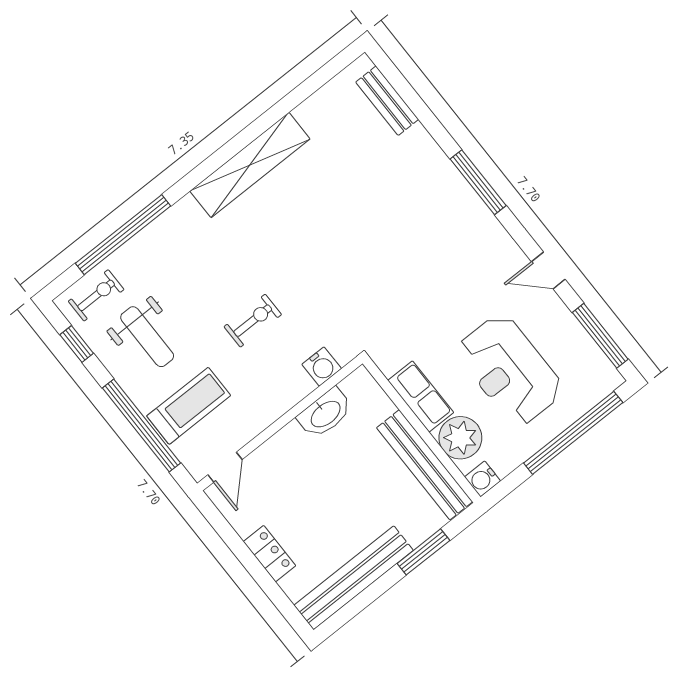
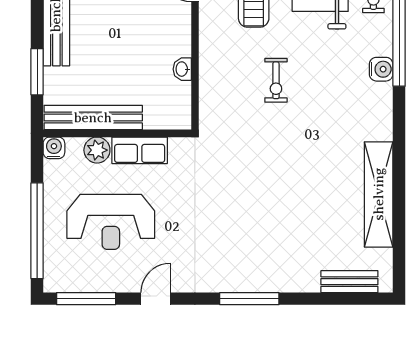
shelving: (250, 165) -> (379, 194), moved
water cooler: (322, 366) -> (381, 69), moved, turned 180
reception desk: (510, 370) -> (111, 222), turned 180
washbasin: (325, 413) -> (182, 69), width x0.52, depth x0.69
plant: (460, 438) -> (97, 150), width x0.73, depth x0.73

